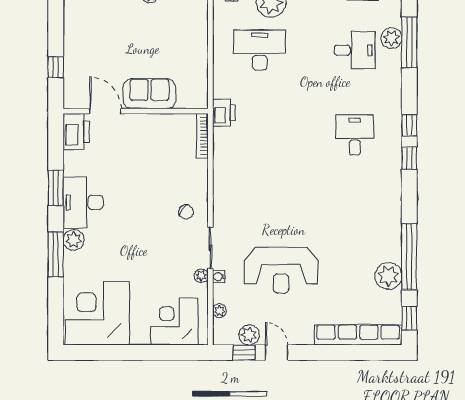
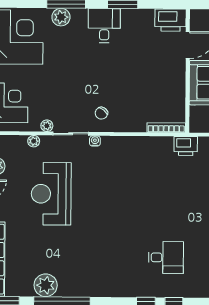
desk: (83, 202) -> (104, 26), width x0.73
plant: (74, 240) -> (61, 17), moved
water cooler: (219, 277) -> (95, 141), moved
plant: (219, 311) -> (34, 141), moved

